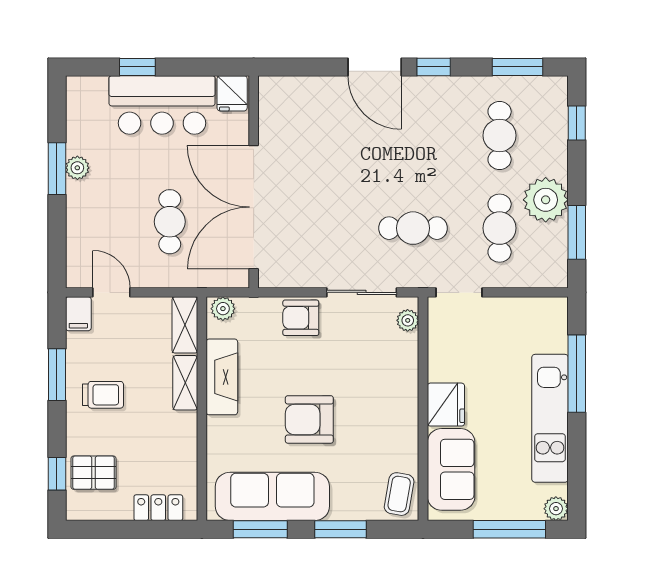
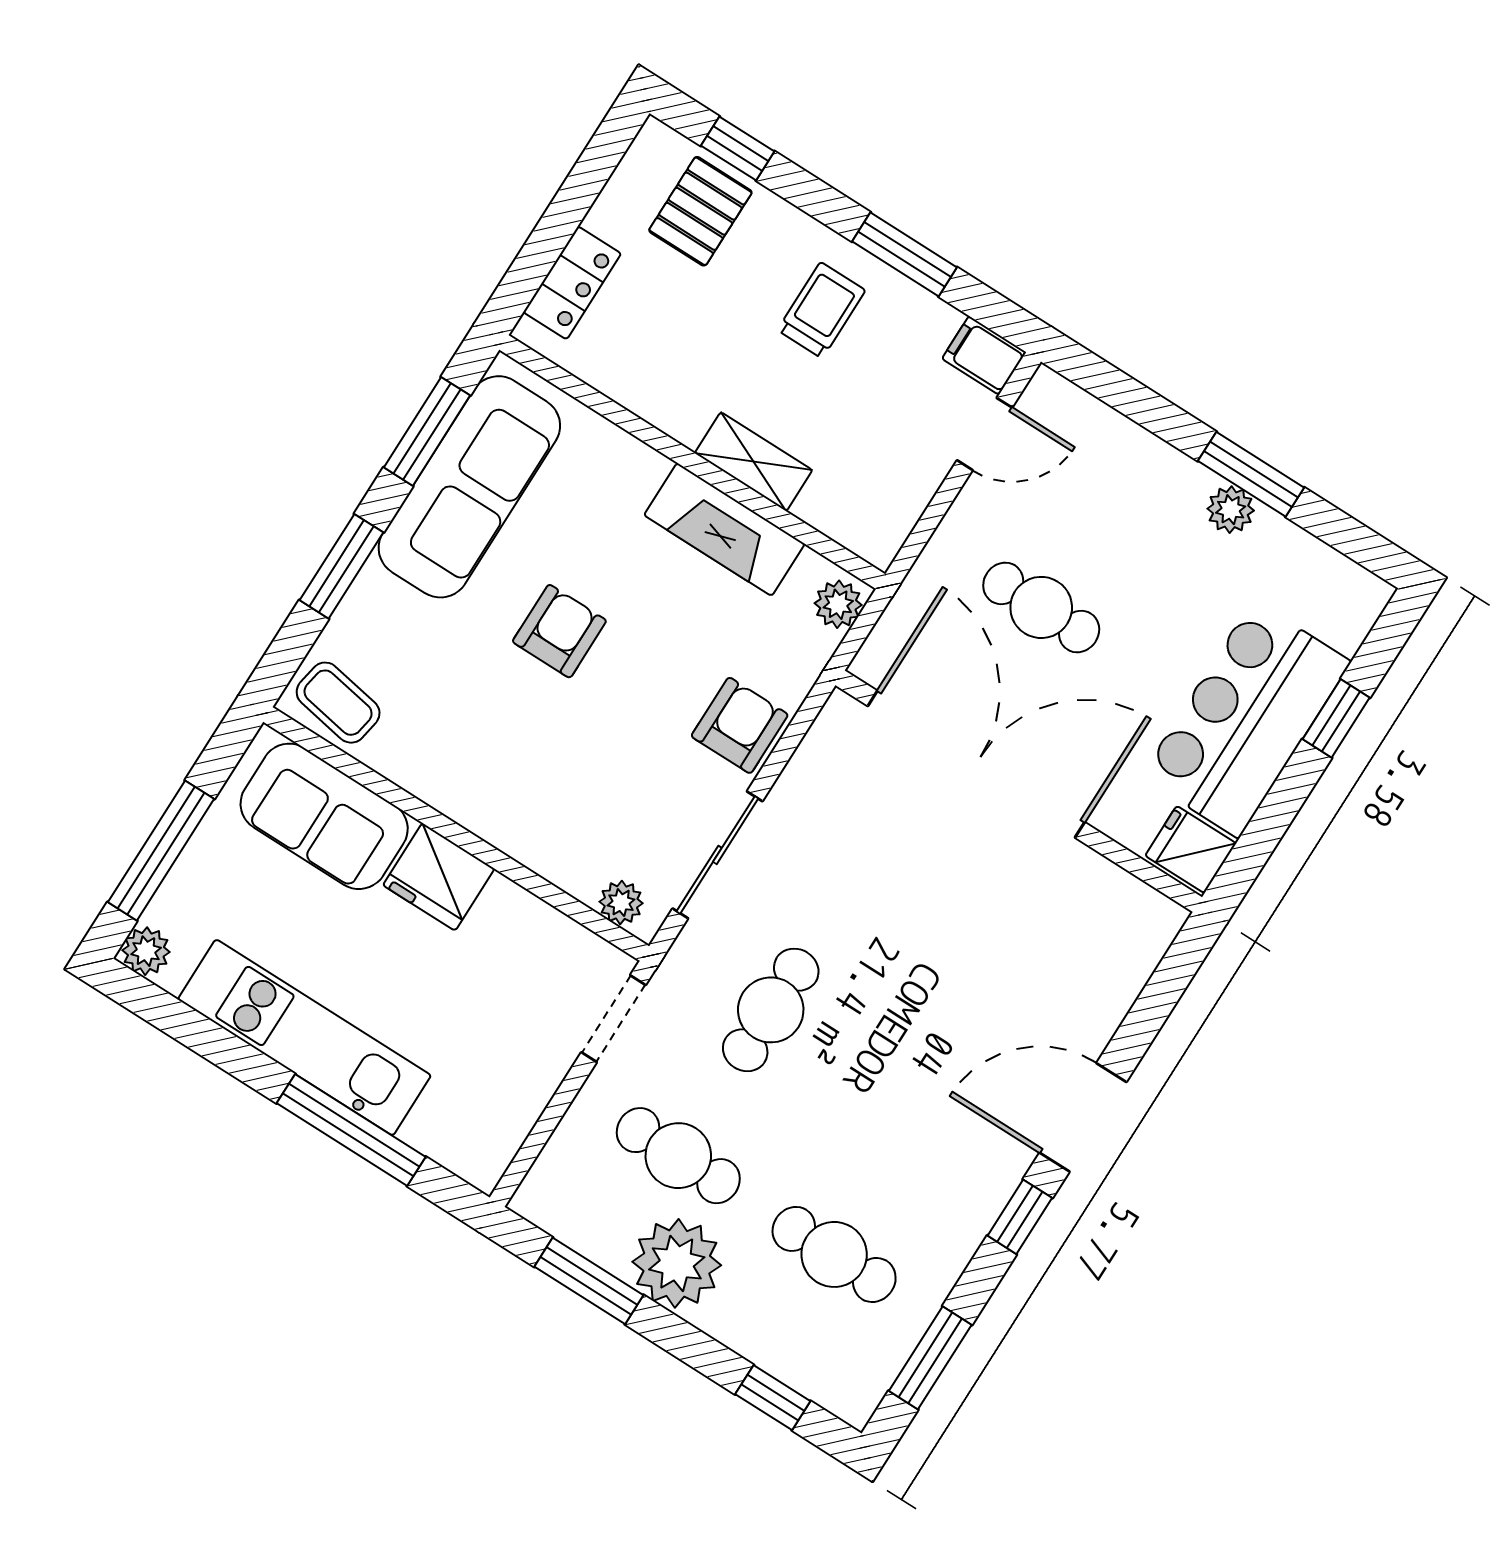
shelving: (185, 325) -> (851, 523), removed
trolley: (103, 395) -> (821, 310), turned 180
armchair: (309, 419) -> (559, 631), width x0.72, depth x0.72

